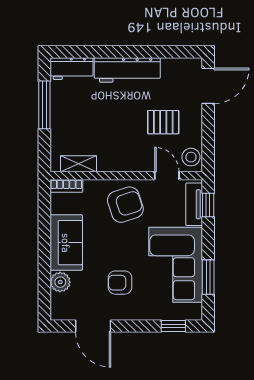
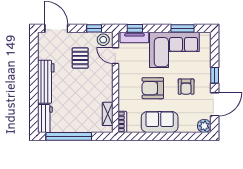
window: (44, 105) -> (69, 136), width x1.46
window: (208, 143) -> (94, 28), added
door: (167, 176) -> (115, 56), hinge flipped
armchair: (125, 205) -> (153, 88), moved, turned -72
plant: (60, 282) -> (204, 126), moved
window: (173, 326) -> (215, 75), moved

